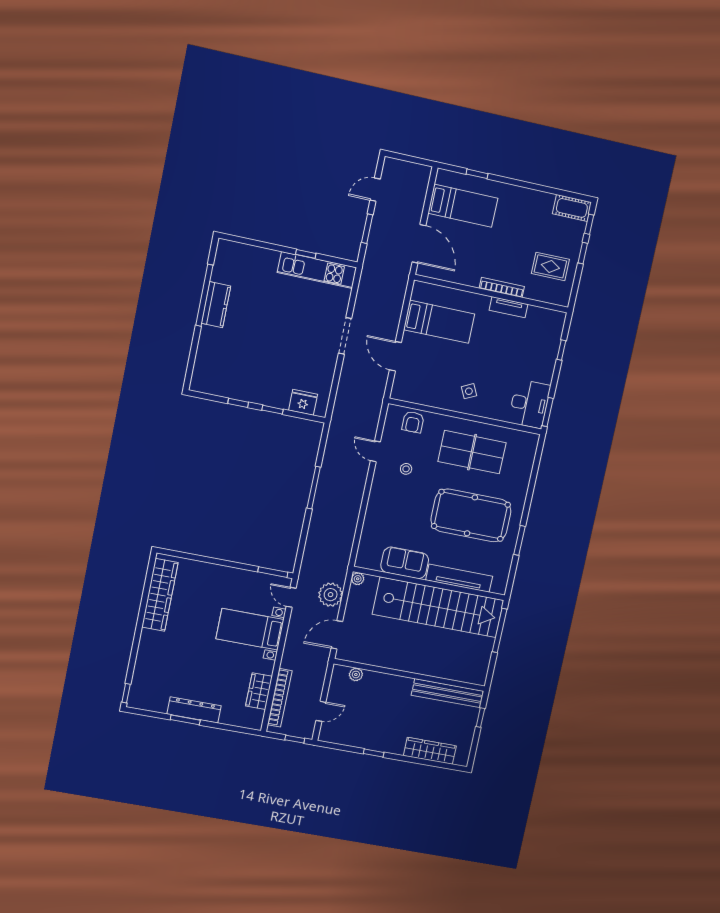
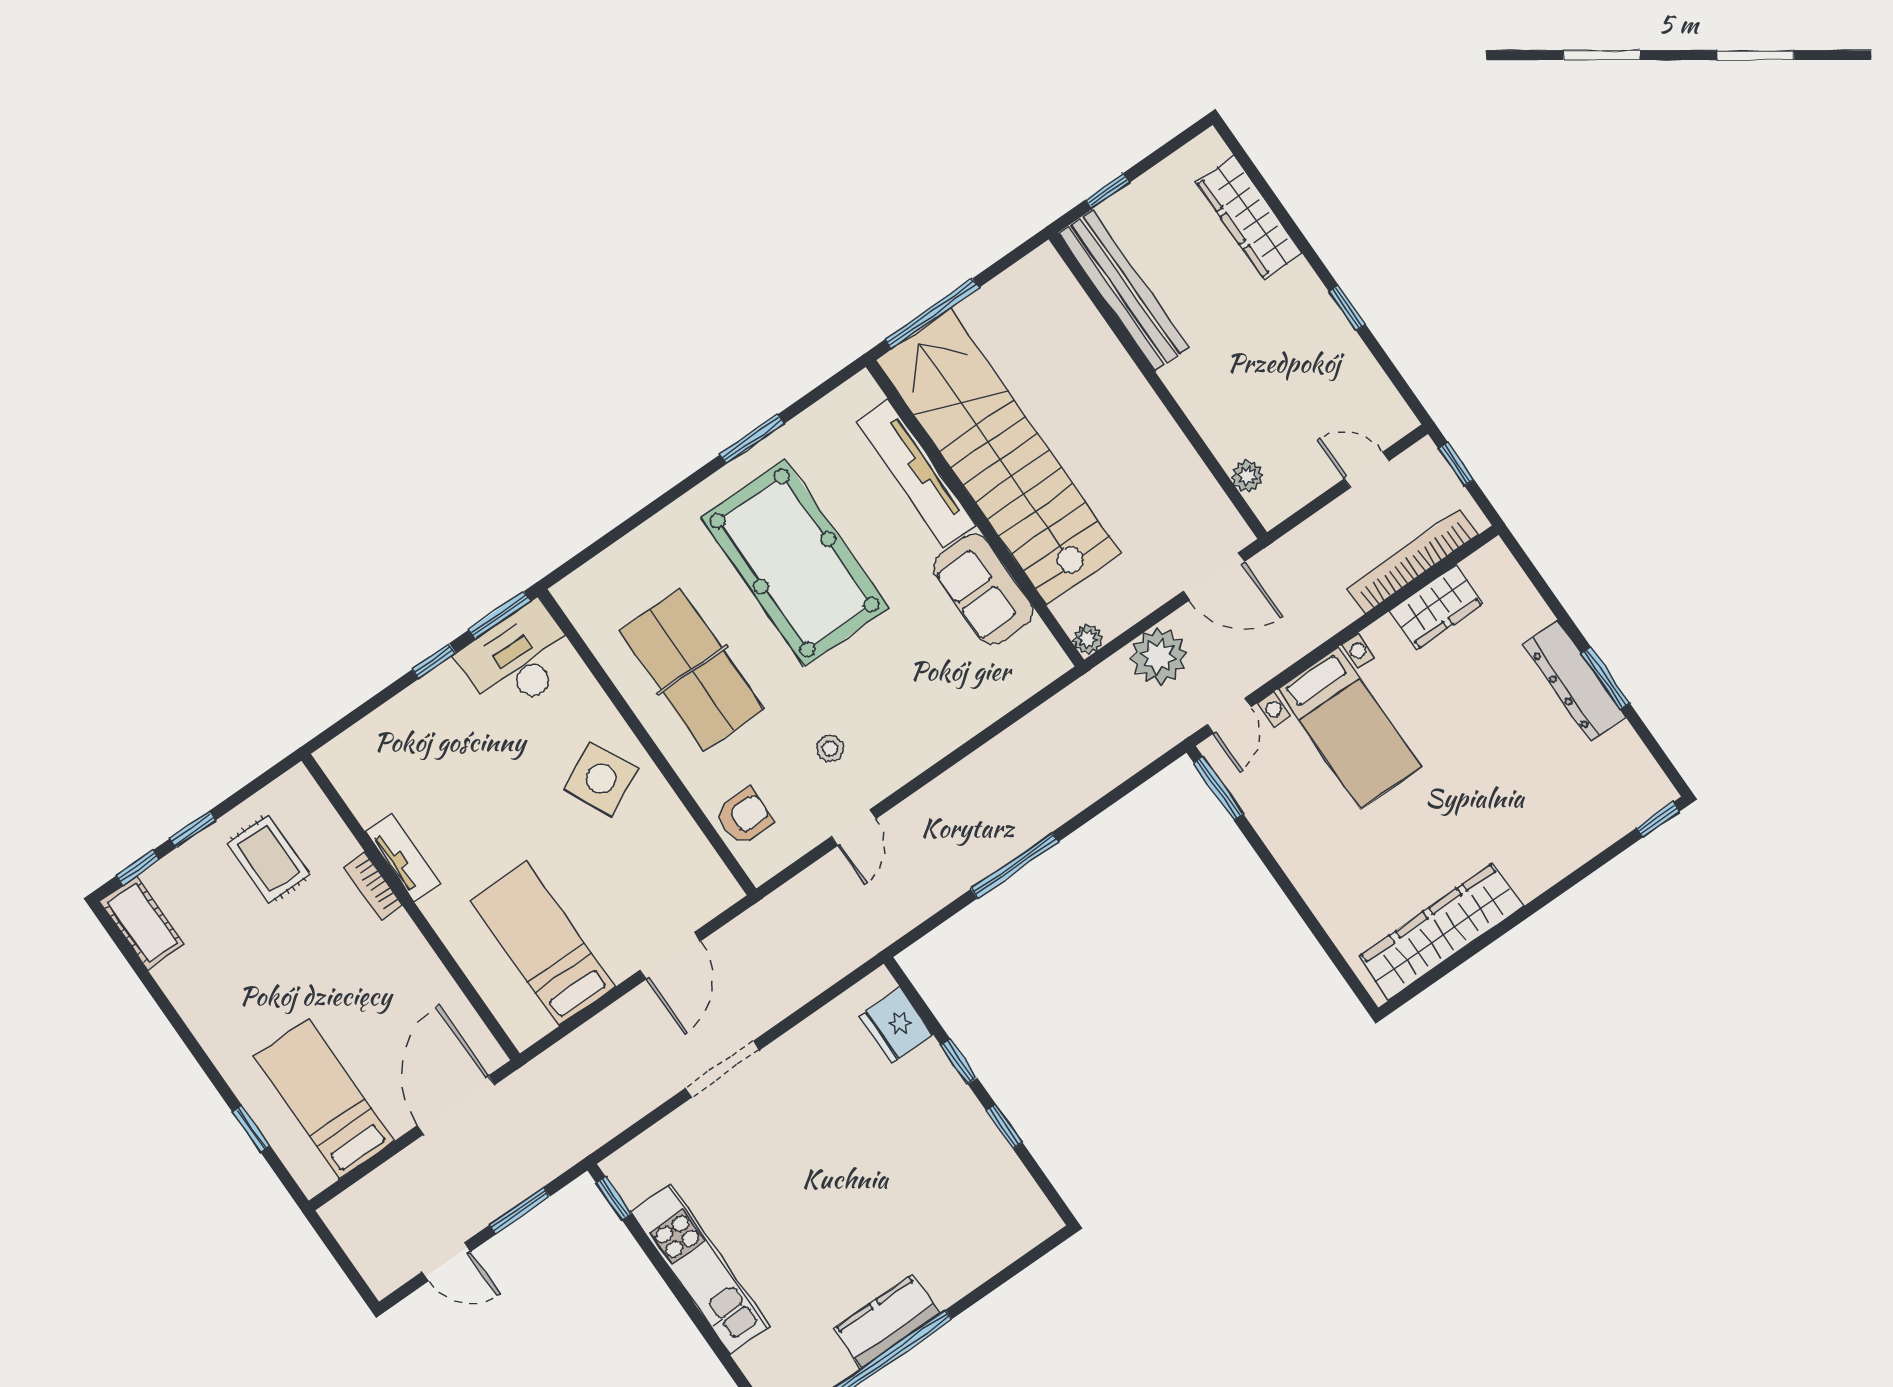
window: (306, 254) -> (614, 1199), moved
kitchen unit: (317, 270) -> (700, 1269), moved
bookcase: (502, 287) -> (373, 886), width x0.64
window: (561, 350) -> (434, 661), moved
side table: (469, 391) -> (601, 779), width x1.87, depth x1.87

